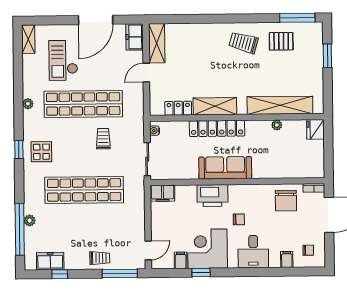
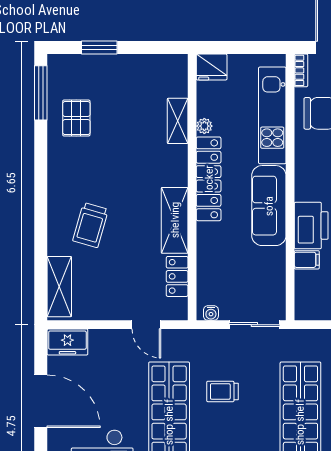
shelving: (157, 43) -> (59, 287), moved, turned 90
trolley: (243, 43) -> (91, 225), moved
door: (146, 73) -> (146, 325), moved
shelving: (280, 105) -> (178, 121), width x0.45, depth x0.75
locker: (217, 128) -> (209, 179), moved
kitchen unit: (284, 169) -> (272, 115), added
filing cabinet: (163, 193) -> (307, 260), moved, width x0.50

